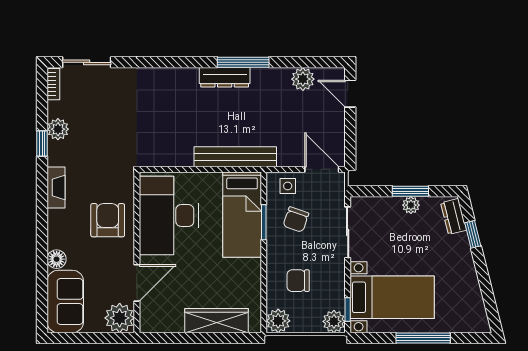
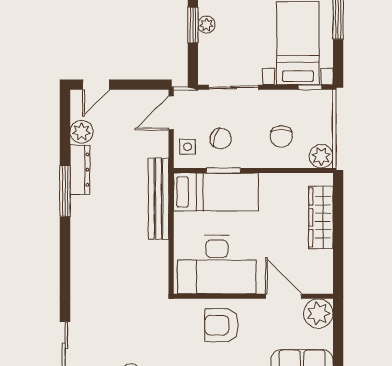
dresser: (225, 77) -> (80, 170), moved
plant: (334, 321) -> (322, 101), removed

